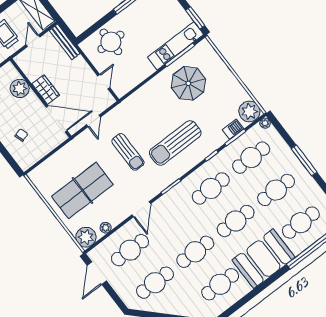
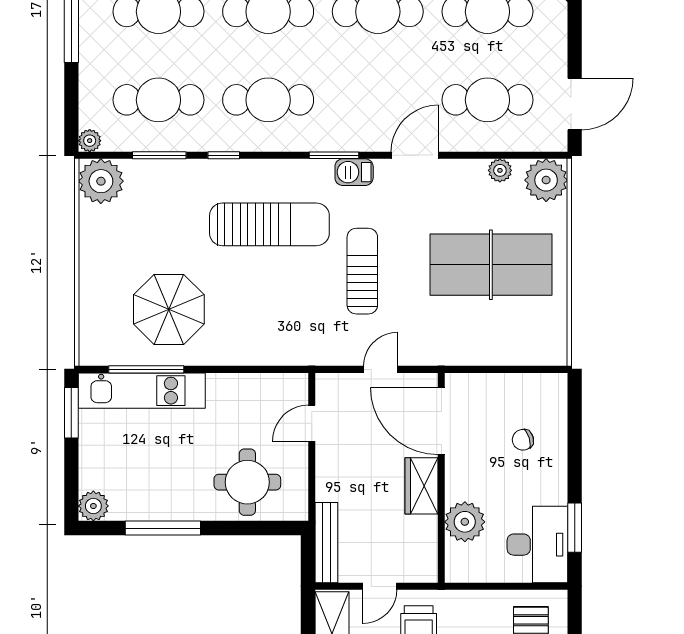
barbecue: (233, 129) -> (354, 172), moved

